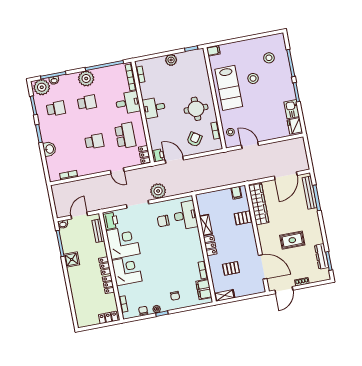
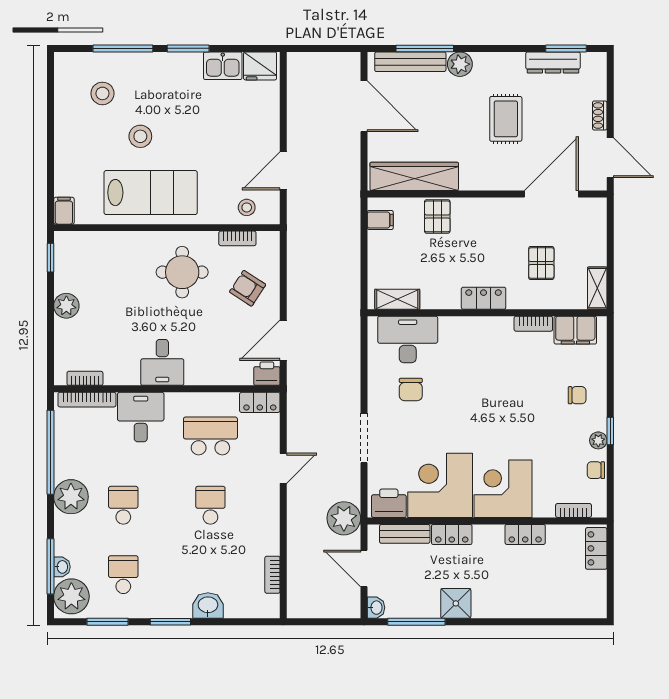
plant: (158, 191) -> (344, 518), moved
plant: (313, 215) -> (460, 64), added
shelving: (206, 225) -> (397, 299), moved
locker: (105, 266) -> (452, 534), moved

